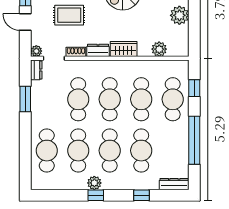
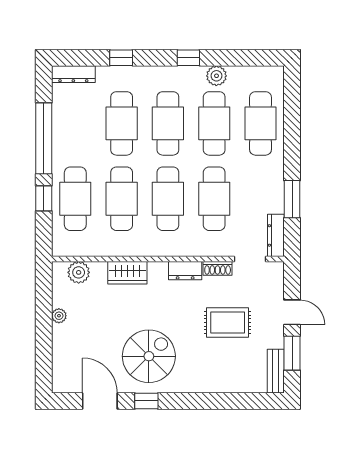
plant: (179, 15) -> (59, 316), width x0.53, depth x0.53
wardrobe: (124, 49) -> (127, 273), moved
plant: (159, 49) -> (79, 272), moved
plant: (36, 51) -> (276, 270), removed
dresser: (36, 70) -> (276, 235), width x1.44
window: (194, 88) -> (44, 198), moved
plant: (94, 183) -> (216, 76), moved

